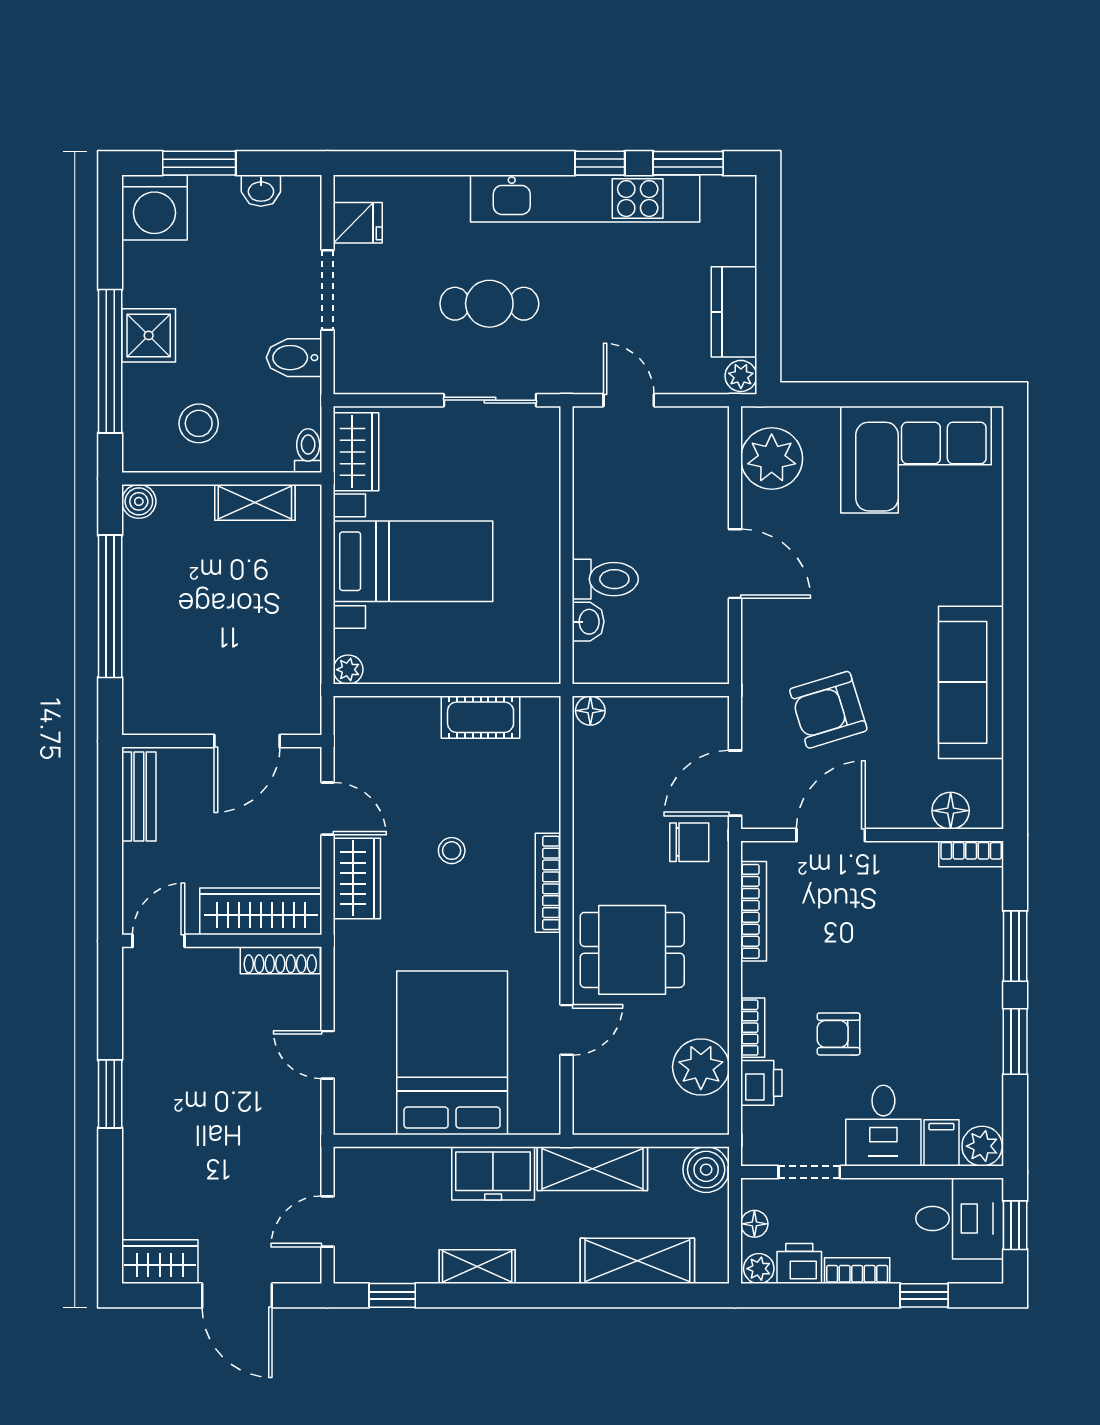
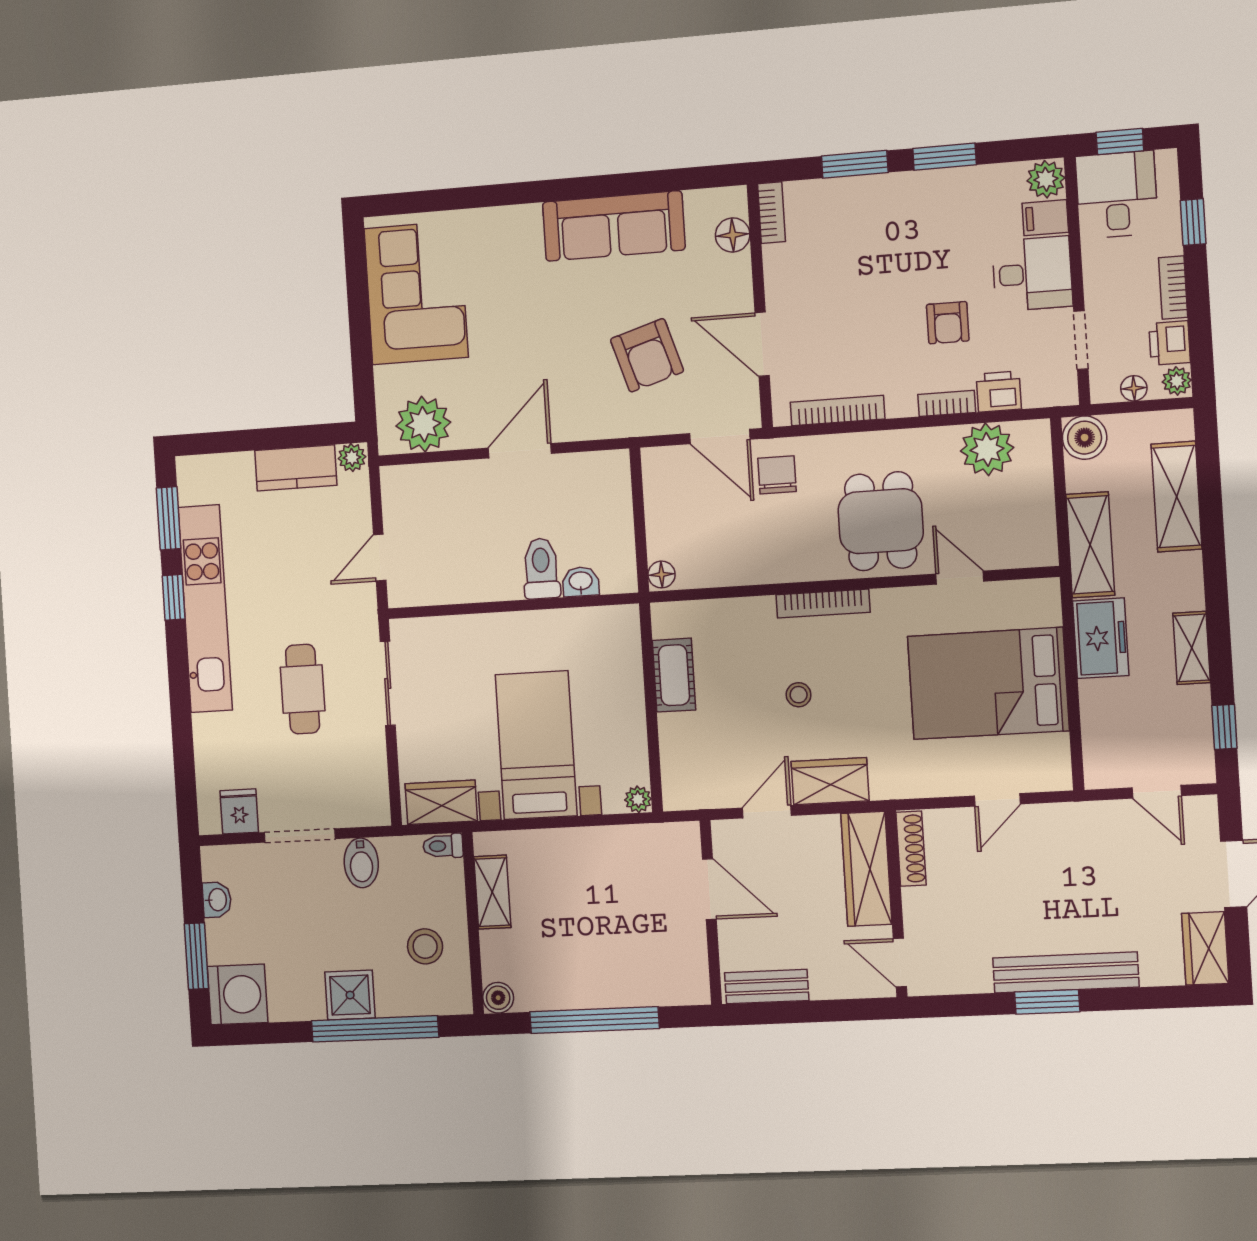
bench: (141, 1115) -> (1066, 972), added

